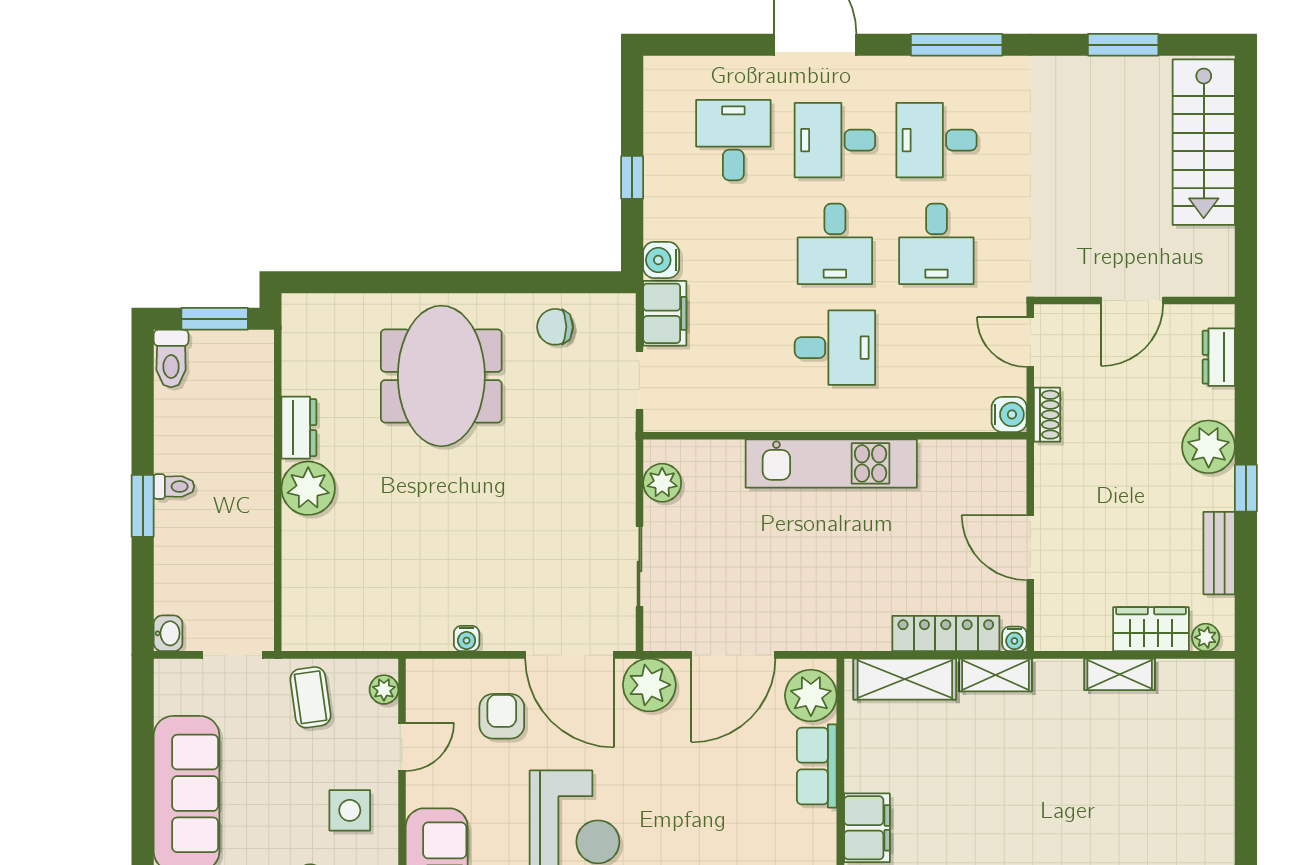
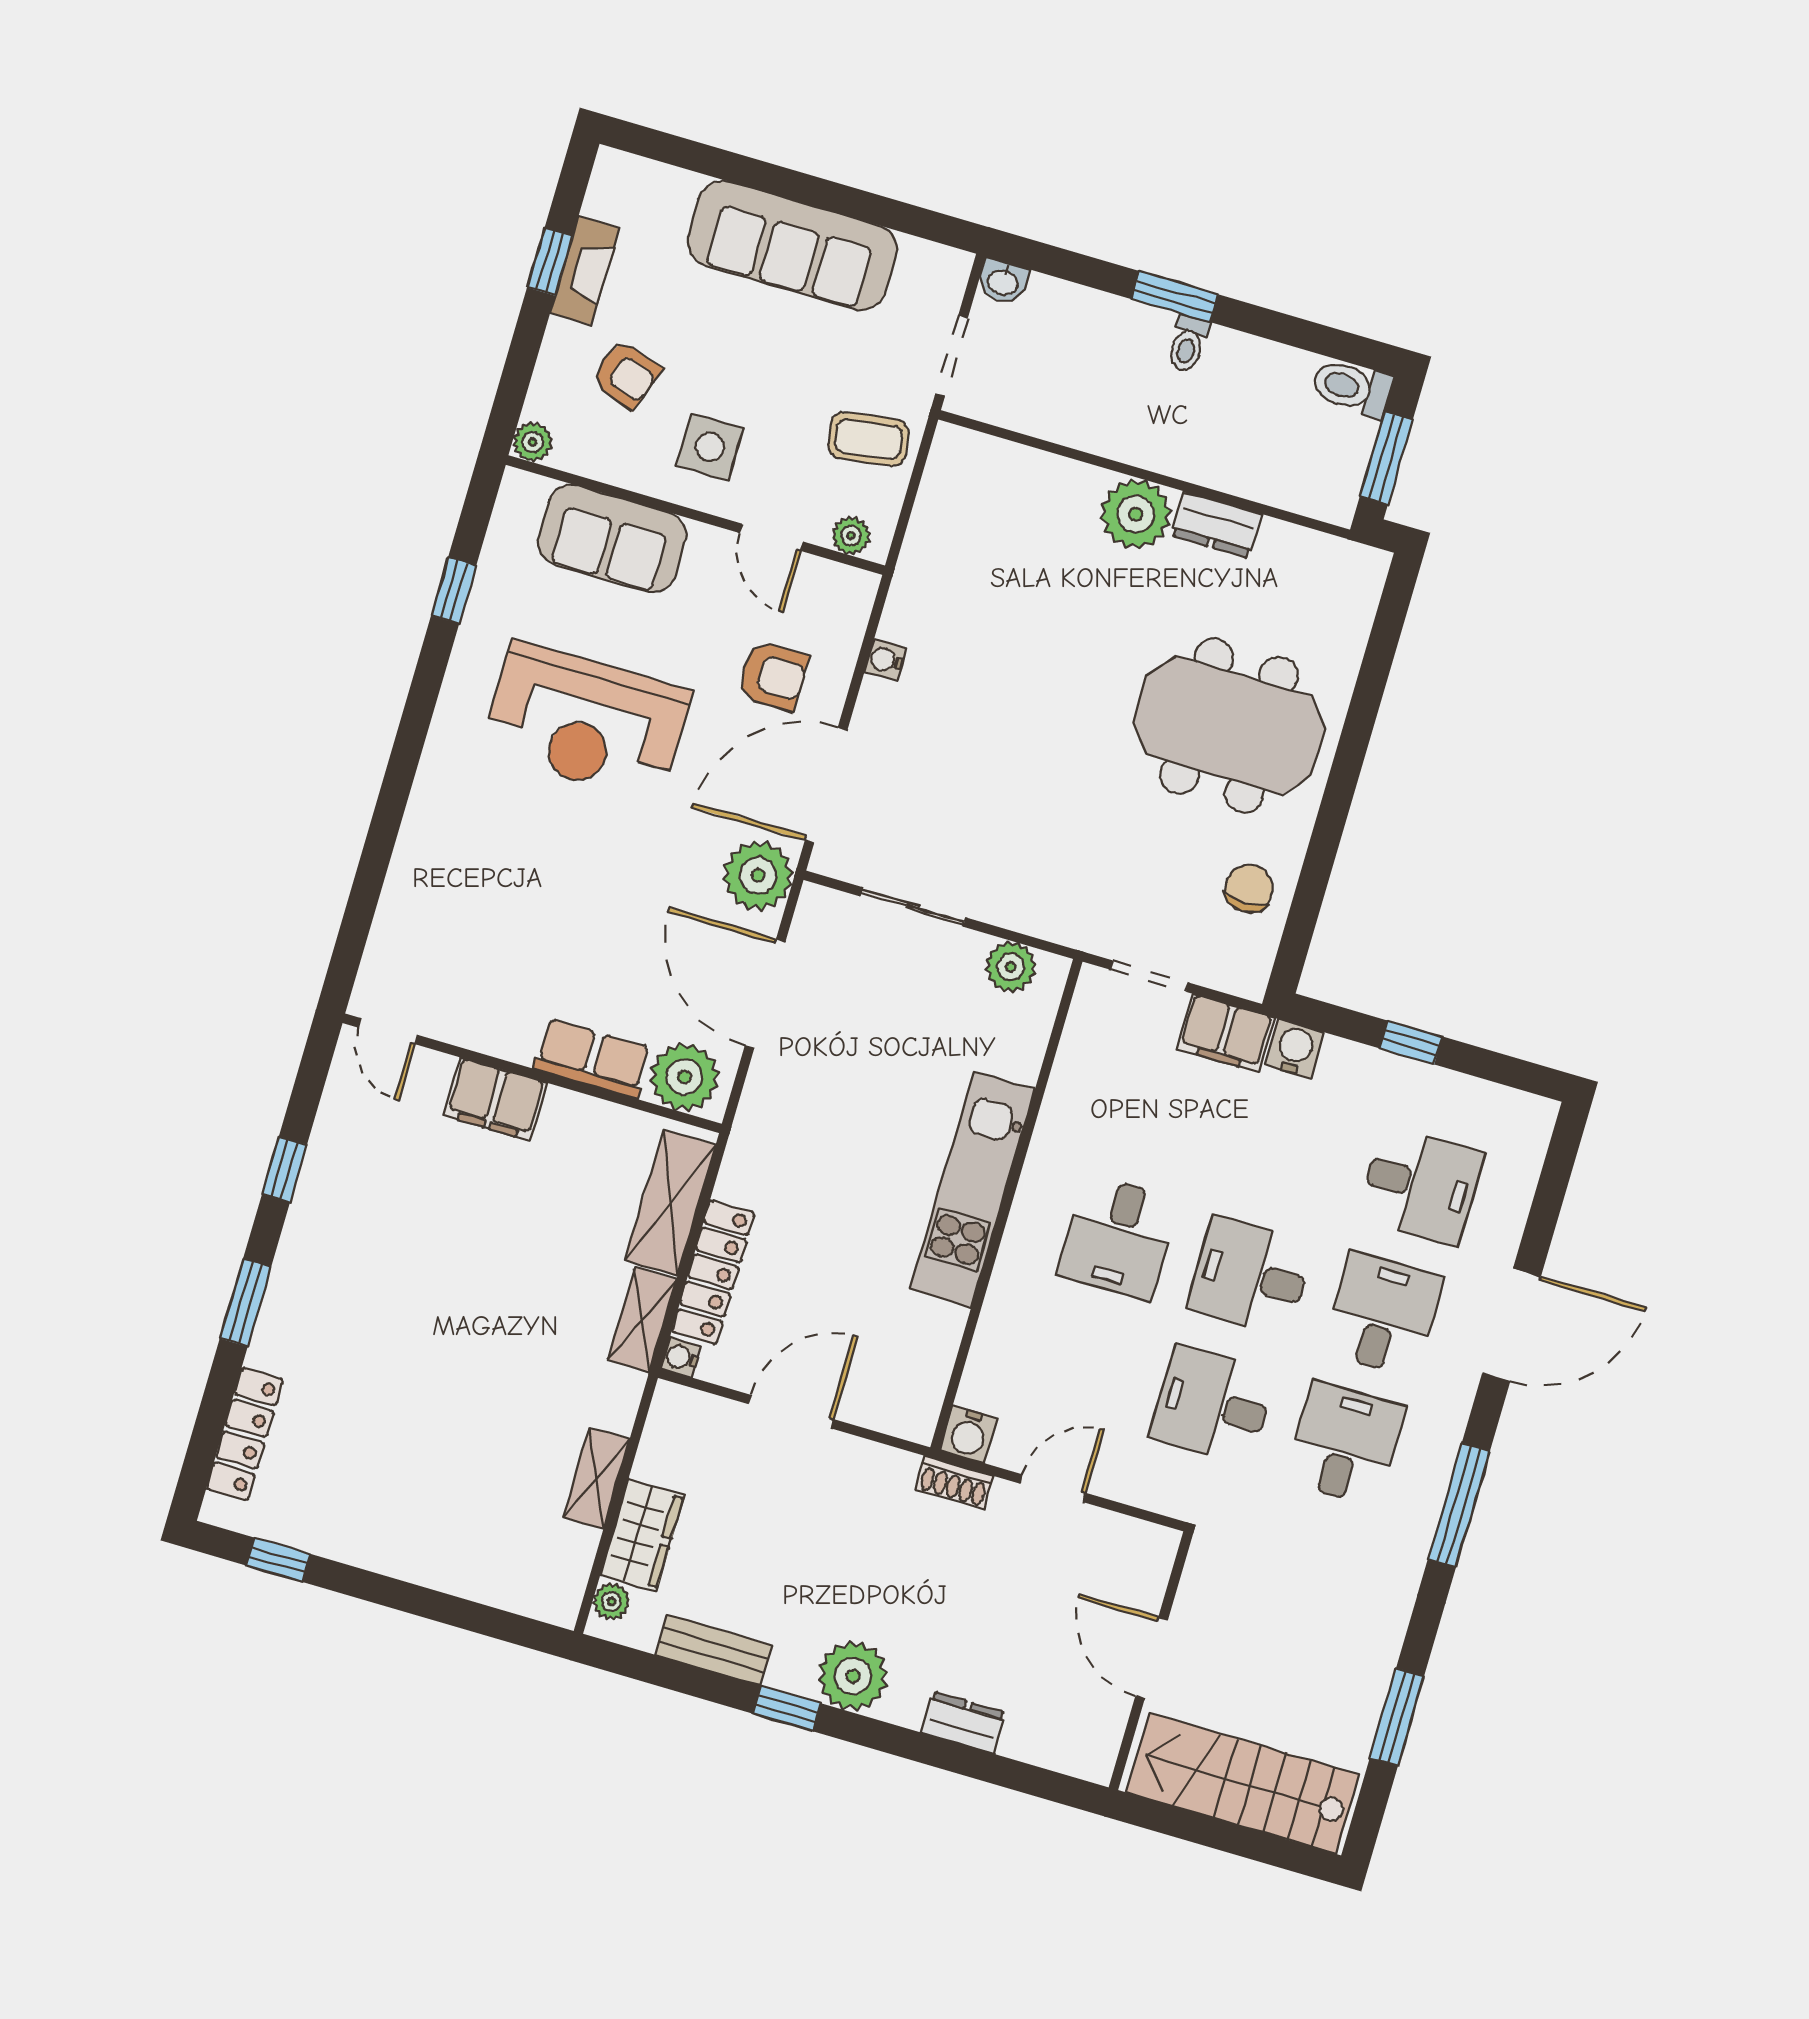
door: (1132, 300) -> (1152, 1658), moved
wall: (1134, 300) -> (1151, 1661), moved

